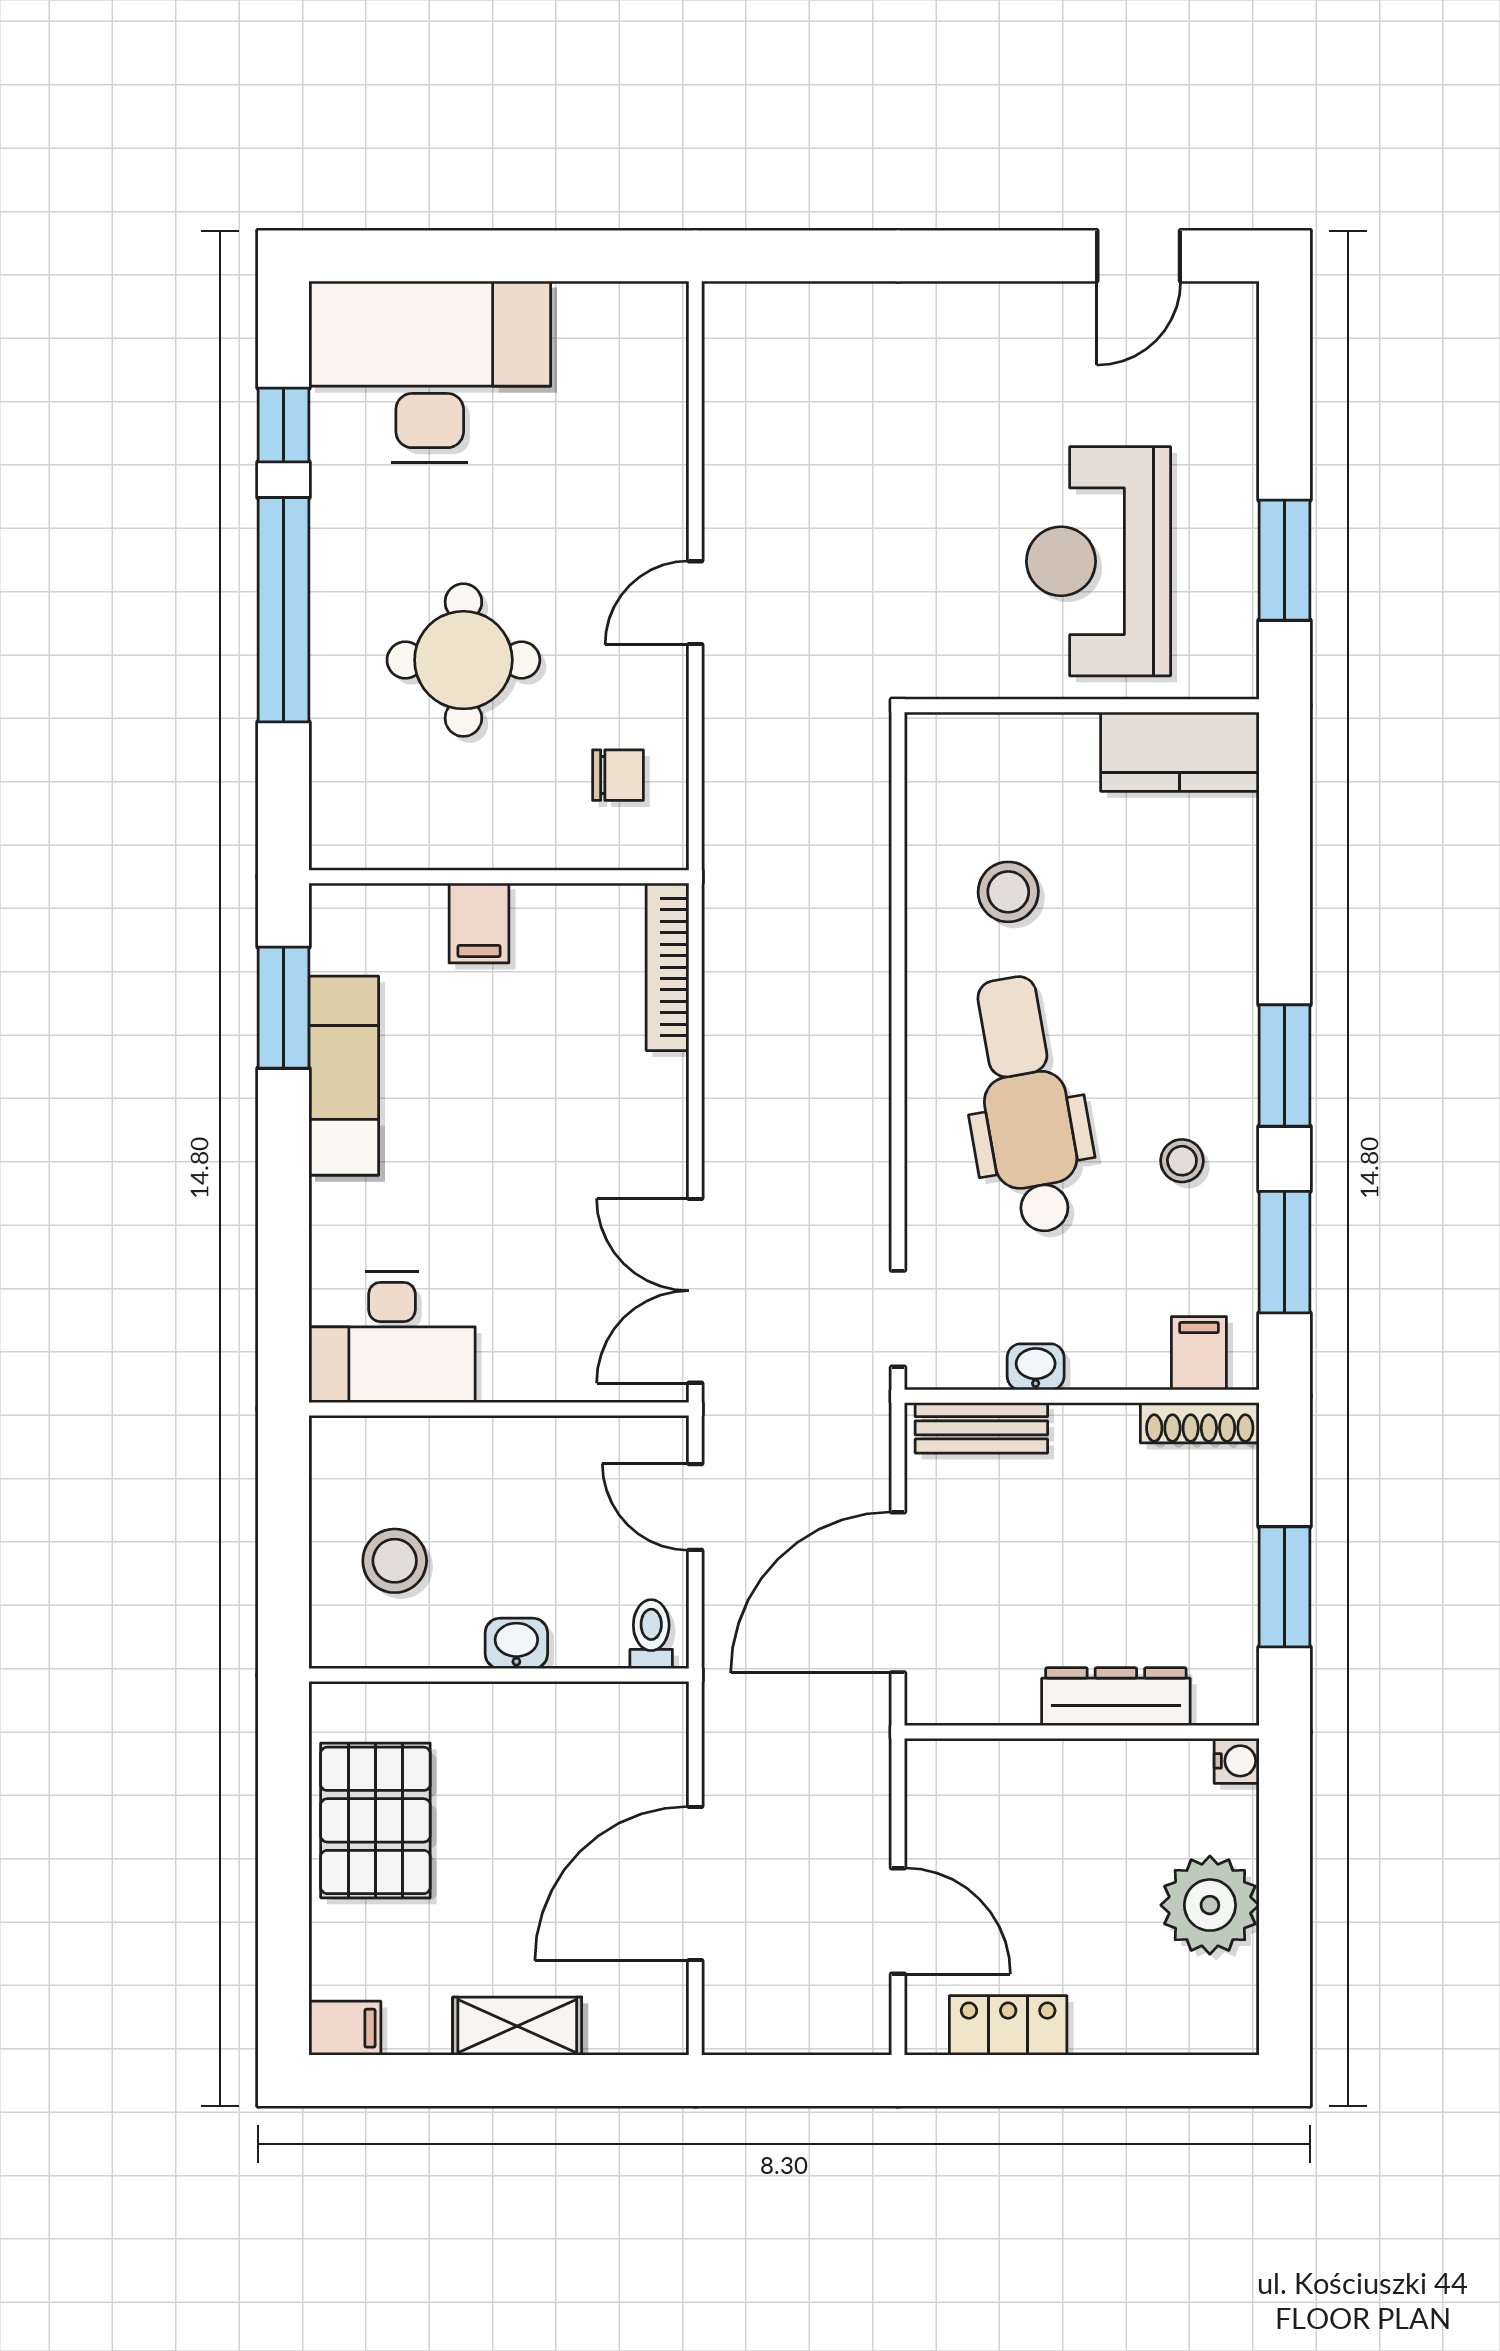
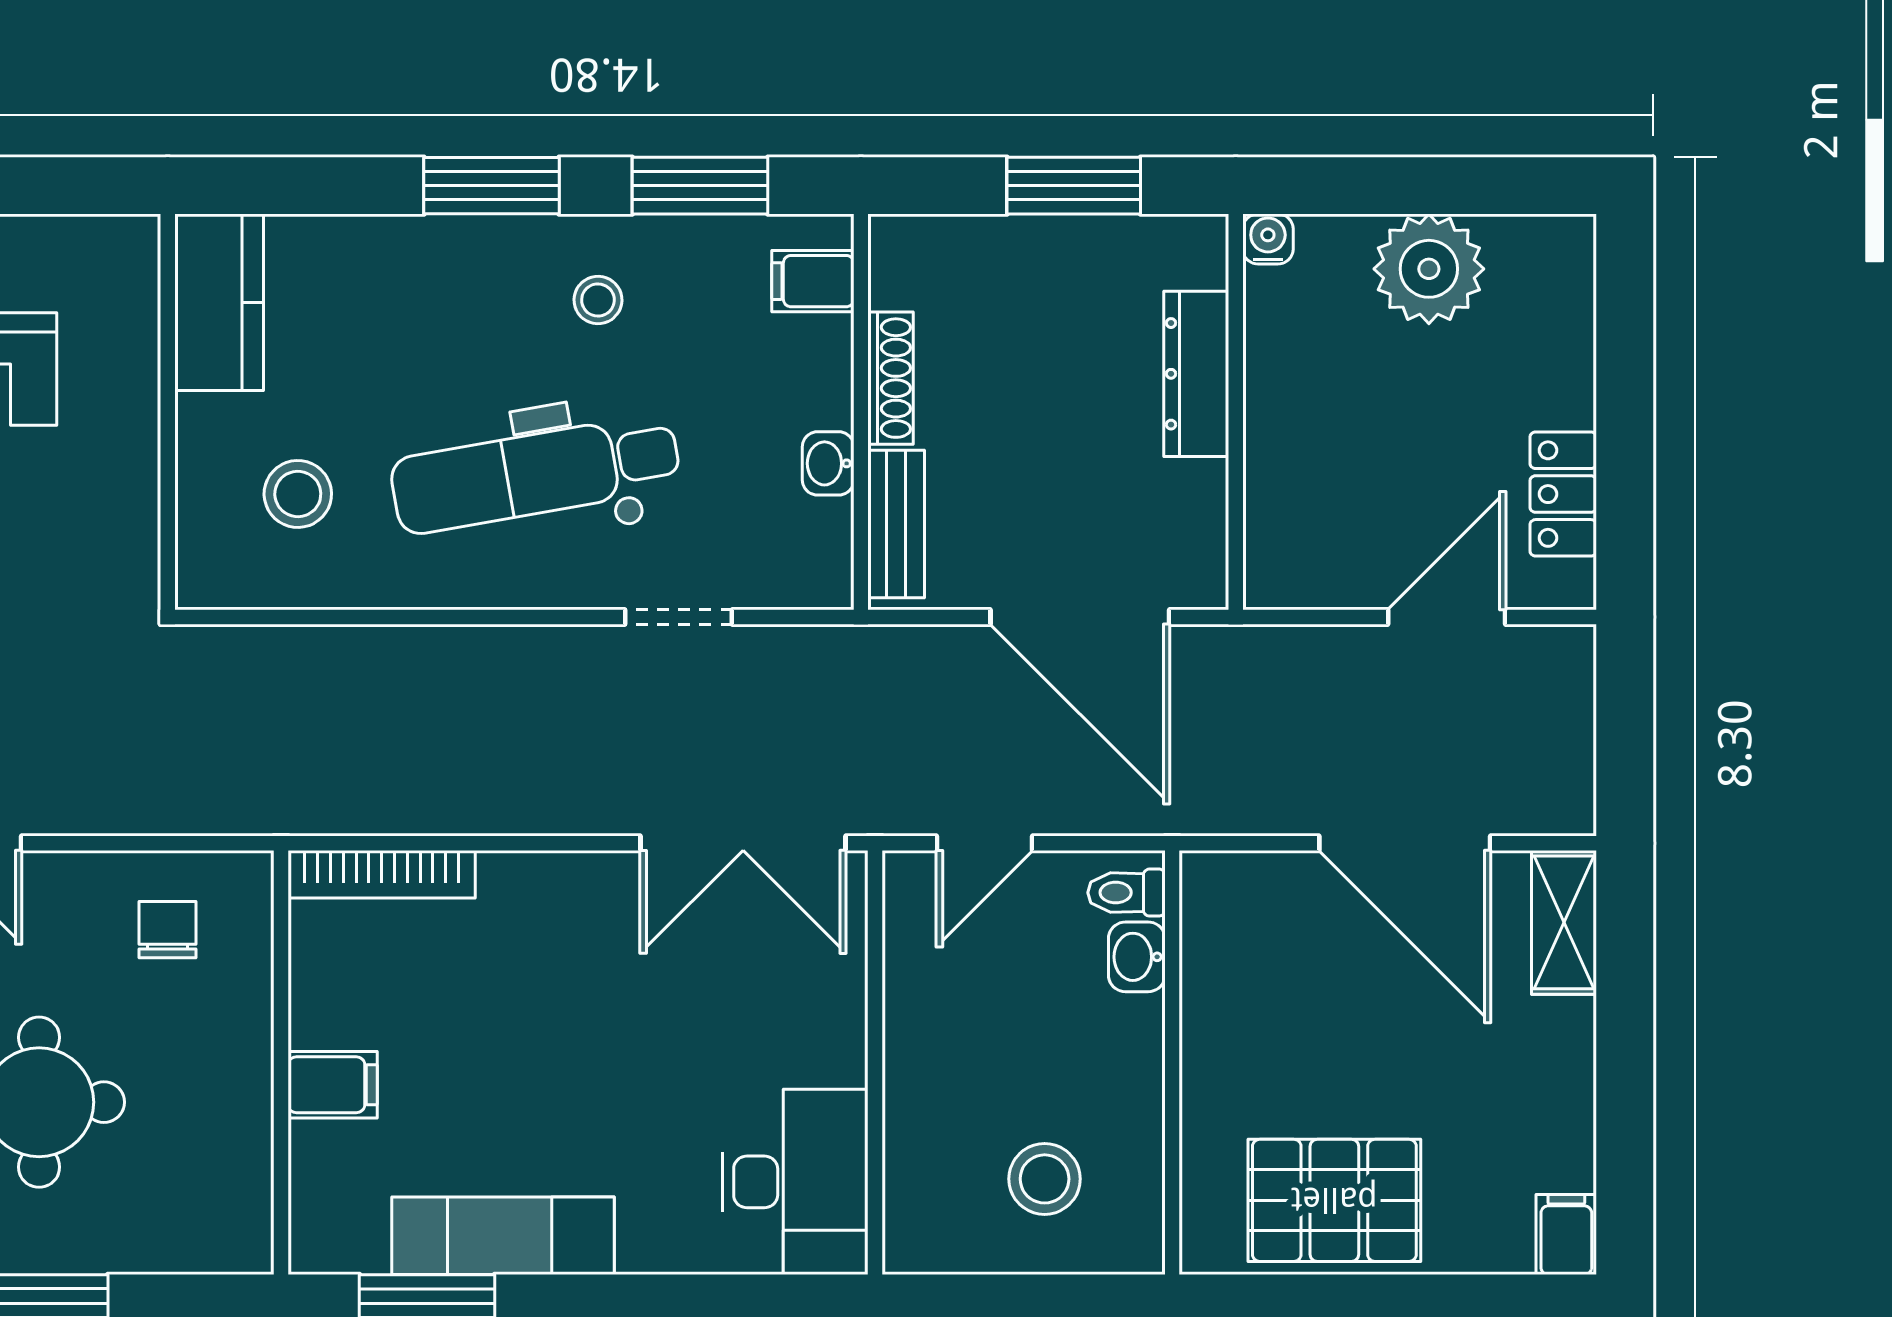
wall: (1082, 706) -> (168, 412), moved
kitchen counter: (1180, 752) -> (219, 302), moved
doorway: (898, 1319) -> (679, 617), moved
shoe rack: (1200, 1423) -> (891, 378), moved
washbasin: (516, 1643) -> (1137, 957), moved
shelving: (517, 2026) -> (1564, 922), moved

